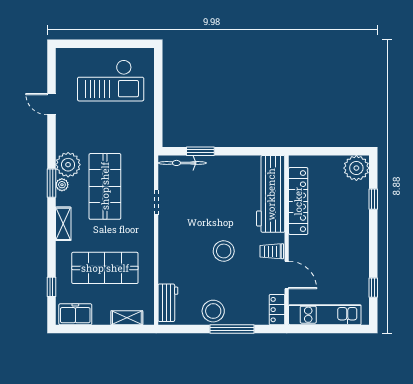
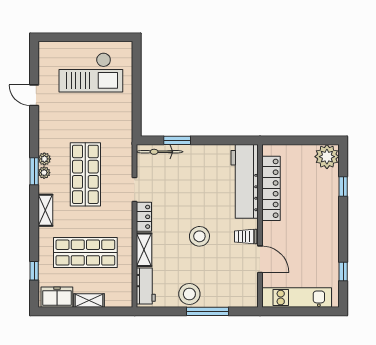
plant: (68, 165) -> (44, 159), width x0.53, depth x0.53
shelving: (166, 265) -> (144, 250), added
locker: (277, 310) -> (144, 217), moved, turned 180
shelving: (127, 318) -> (89, 300), moved

